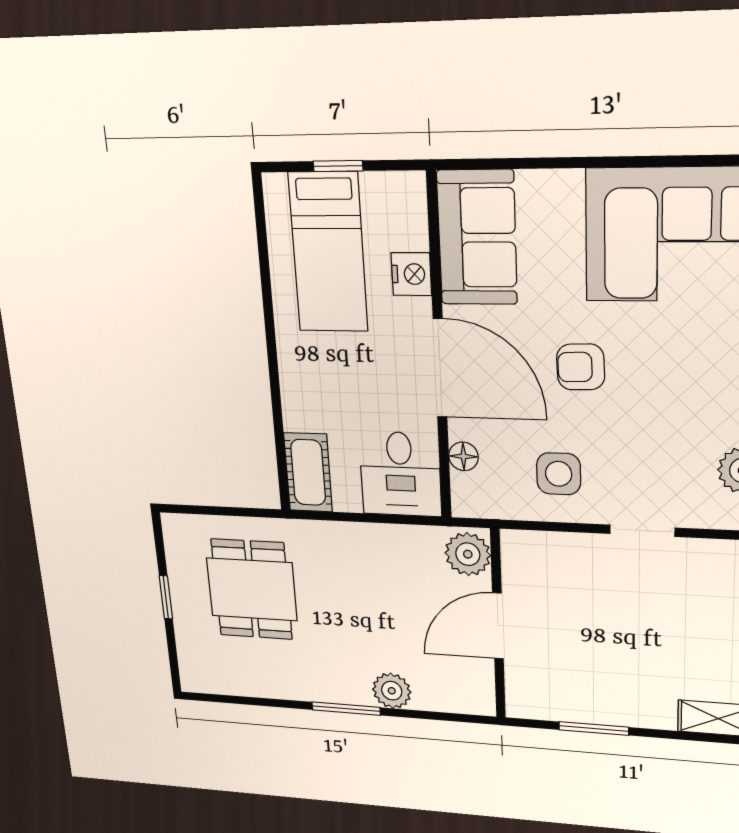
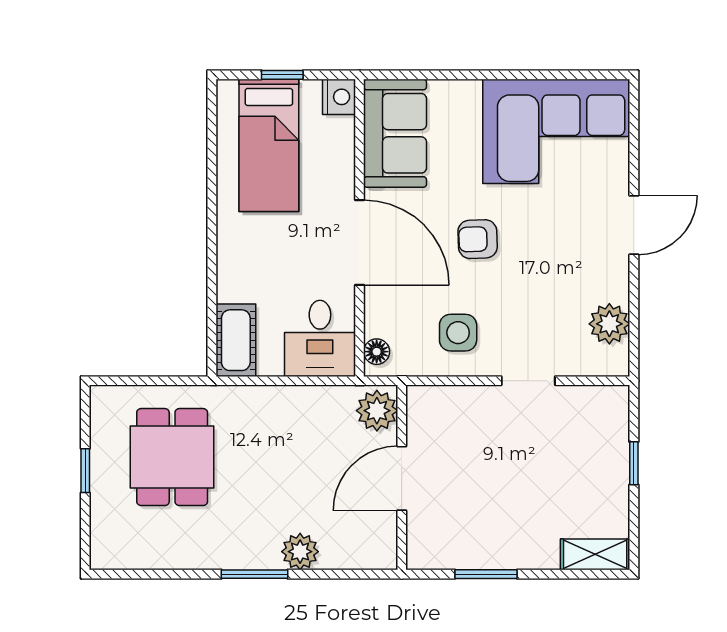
nightstand: (411, 274) -> (339, 97), moved
floor lamp: (463, 456) -> (377, 352), moved

